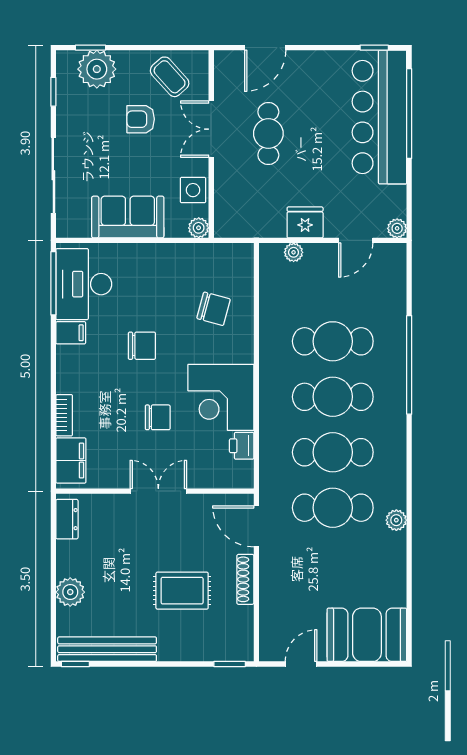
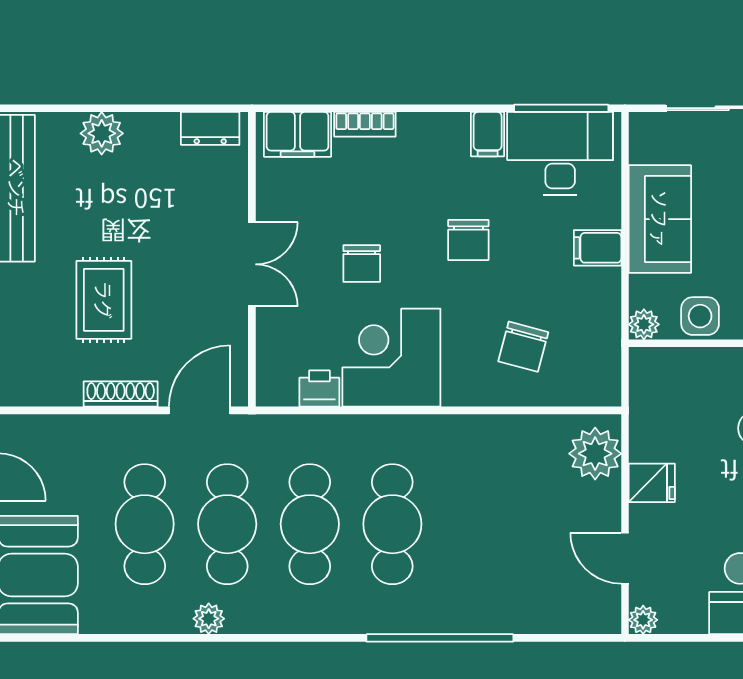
fridge: (305, 222) -> (652, 483), width x0.72
plant: (294, 252) -> (595, 454), width x1.87, depth x1.87
filing cabinet: (147, 259) -> (598, 248), added
cafe table: (333, 341) -> (145, 524), moved

